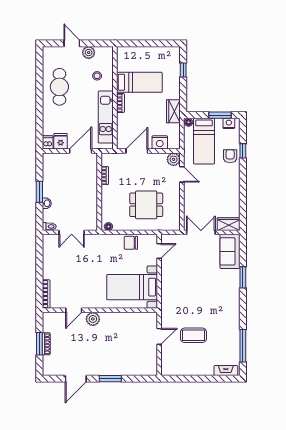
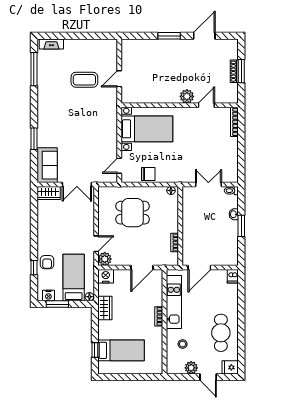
bed: (139, 82) -> (121, 350), moved, turned 180
fridge: (61, 141) -> (230, 367), moved, turned 90
nightstand: (160, 142) -> (106, 276), moved
door: (182, 174) -> (96, 244), swing flipped

